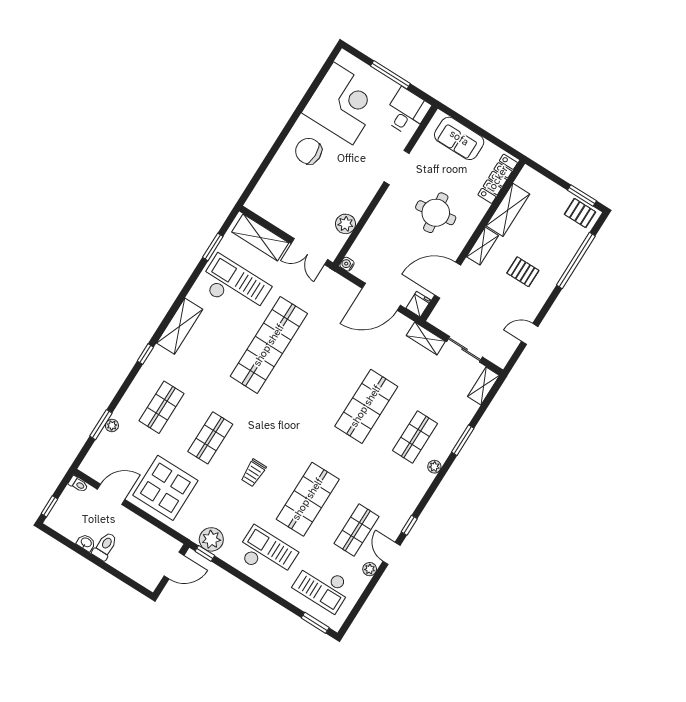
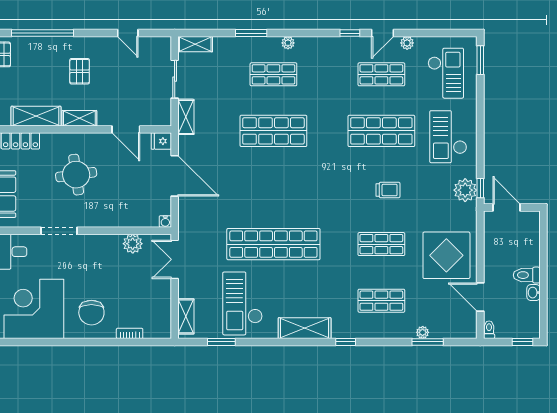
bookcase: (270, 173) -> (130, 333), added
shelving: (260, 237) -> (186, 316), width x0.67, depth x0.75
double door: (309, 252) -> (175, 259), swing flipped
door: (448, 280) -> (126, 129), width x0.73

